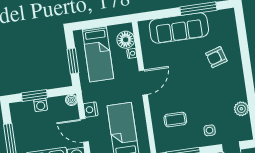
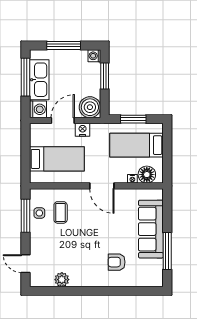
armchair: (216, 57) -> (117, 262), turned -73
boiler: (71, 100) -> (90, 107), width x1.86, depth x1.86
washing machine: (41, 105) -> (94, 56), moved
side table: (210, 130) -> (39, 213), moved

